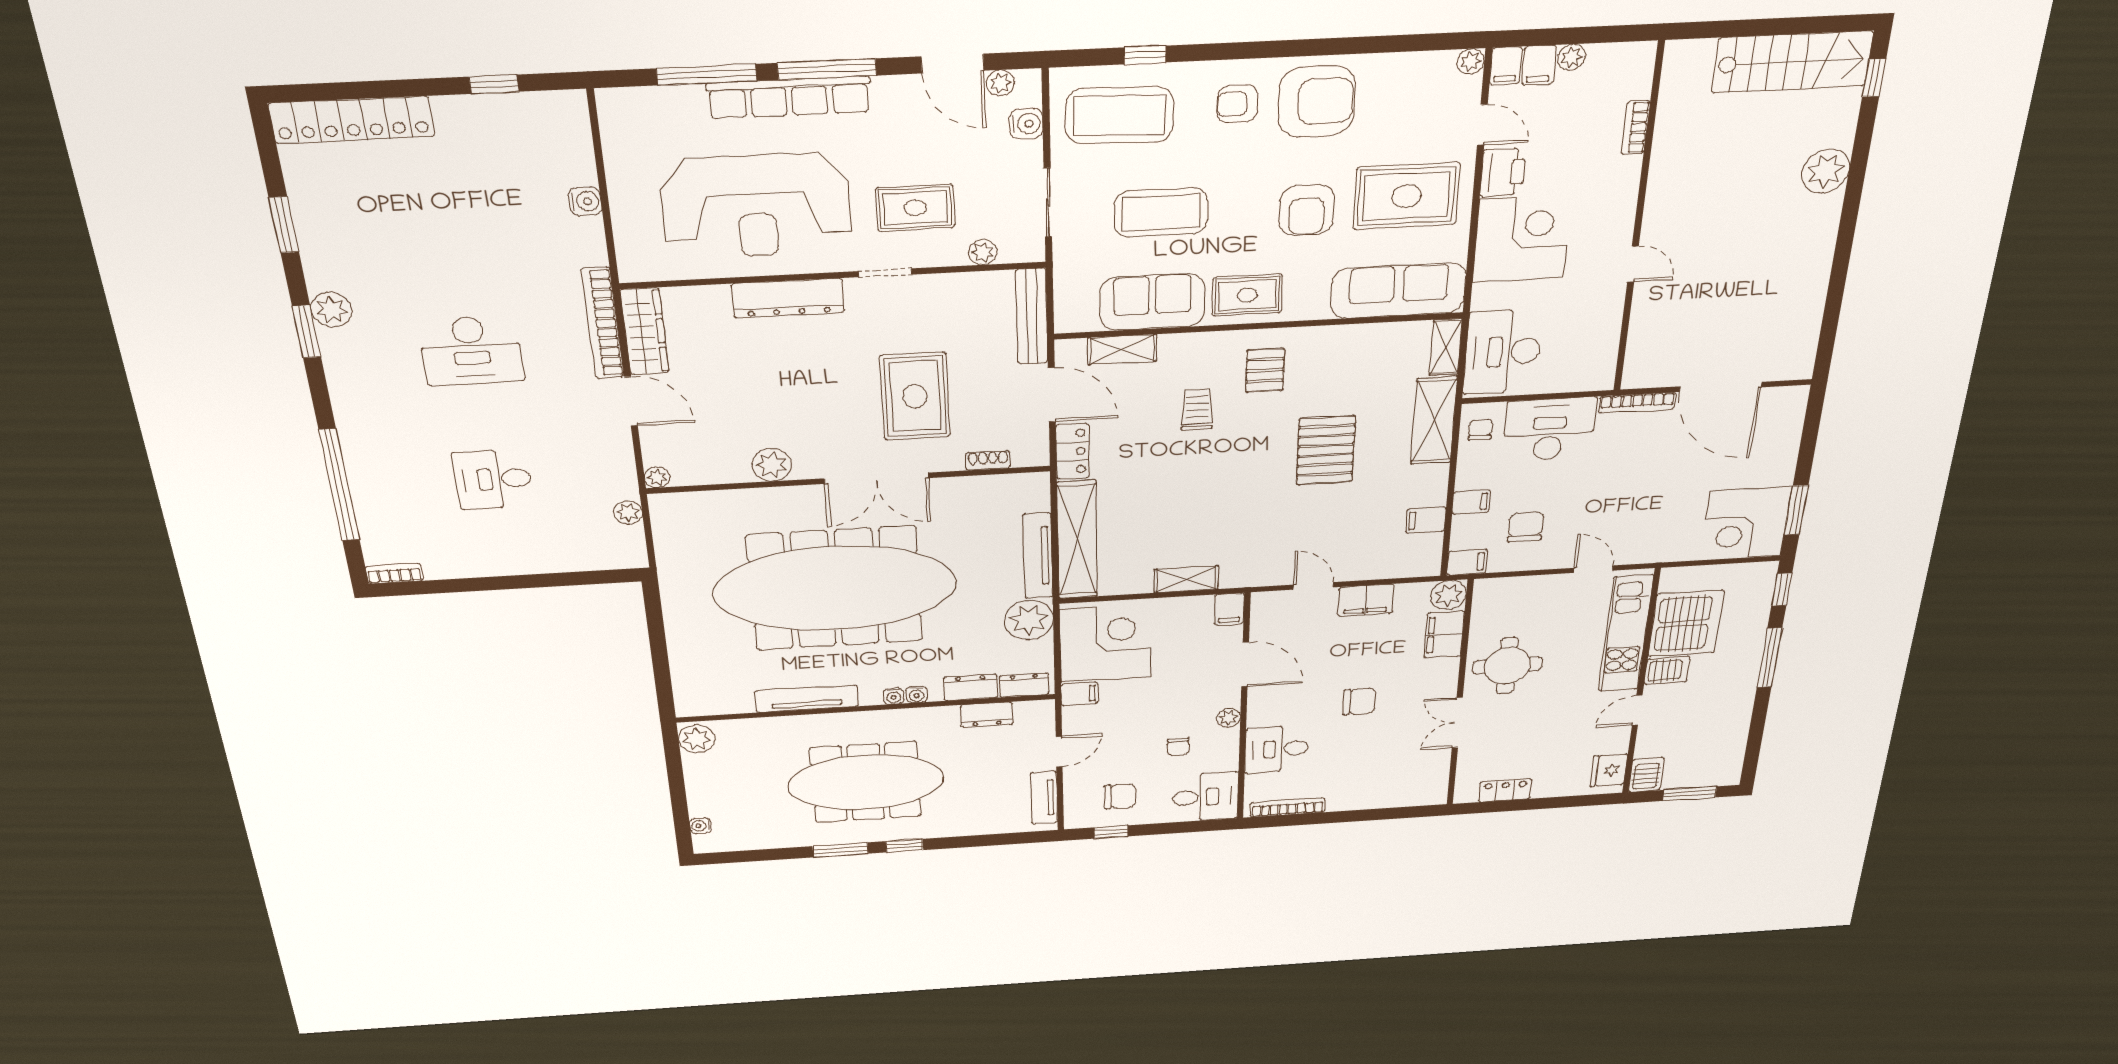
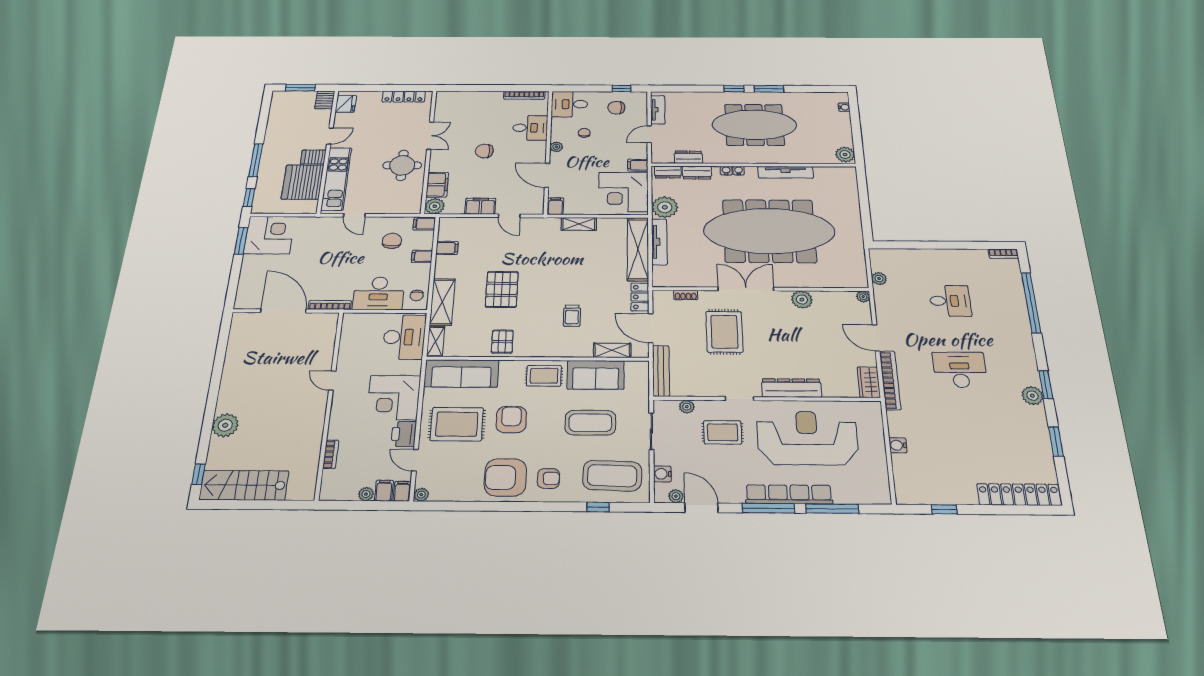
wardrobe: (645, 332) -> (869, 382), width x0.67
pallet: (1265, 370) -> (502, 342), moved
chair: (1526, 527) -> (392, 241), turned 180
locker: (1505, 790) -> (404, 97), width x1.53

